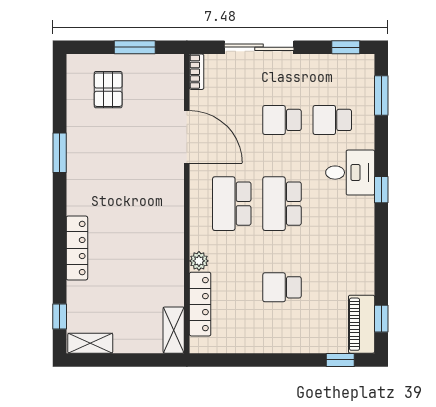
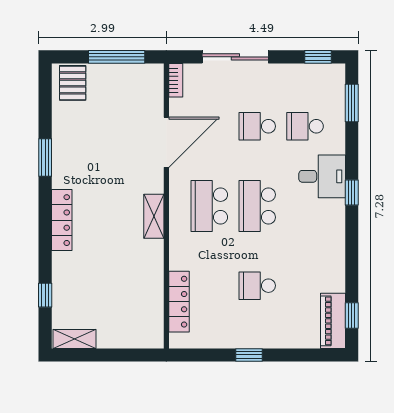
window: (135, 47) -> (117, 57), width x1.44
pallet: (108, 90) -> (73, 83), moved
door: (187, 137) -> (166, 142), hinge flipped
locker: (77, 248) -> (62, 220), moved
plant: (199, 261) -> (178, 261), removed
window: (60, 317) -> (45, 295), moved
shelving: (174, 330) -> (154, 216), moved
window: (340, 360) -> (249, 355), moved

